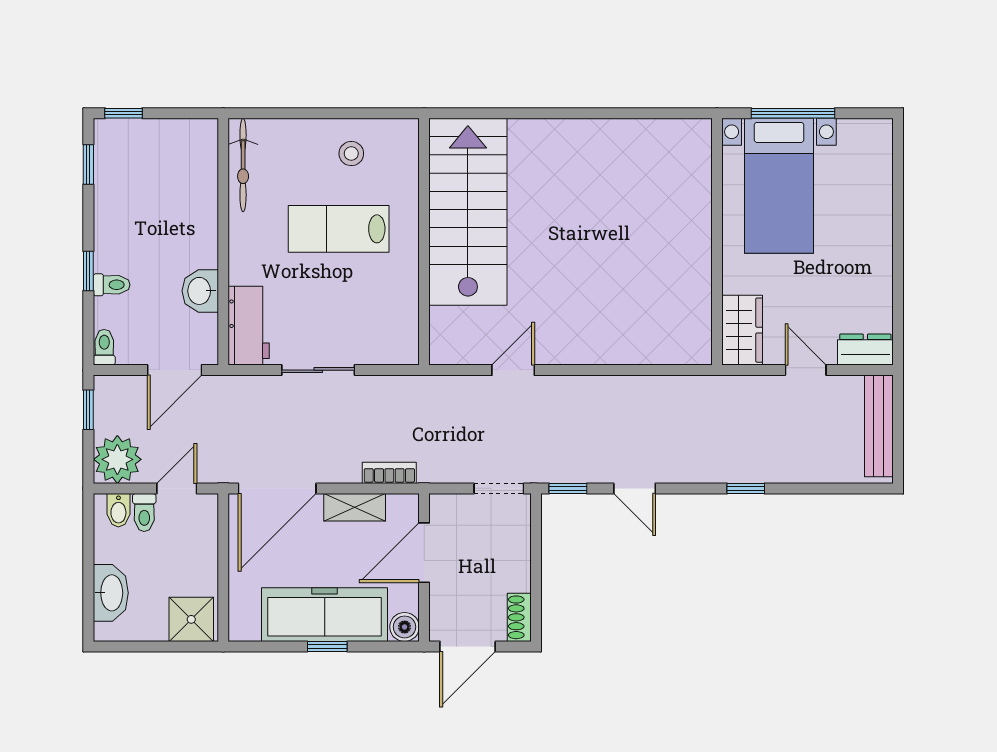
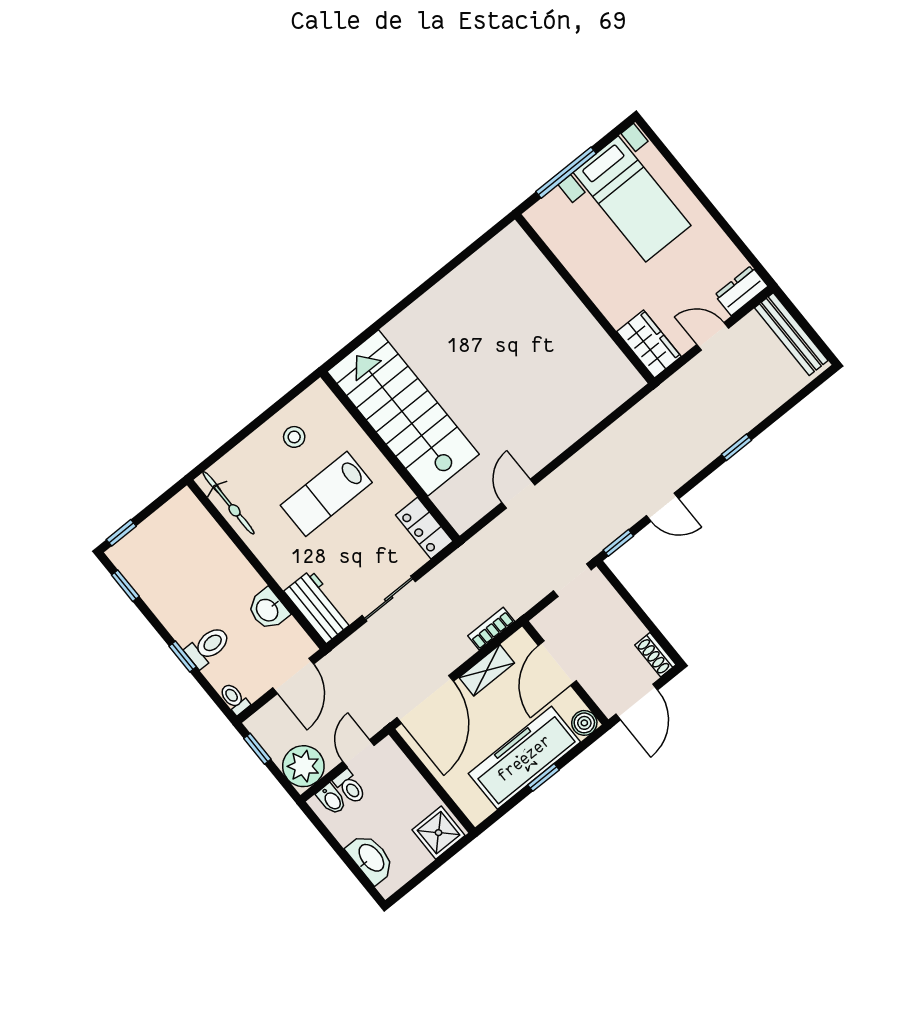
bed with nightstands: (779, 186) -> (632, 199), moved
toilet: (112, 285) -> (208, 647), width x1.37, depth x1.39
locker: (402, 332) -> (424, 528), added

